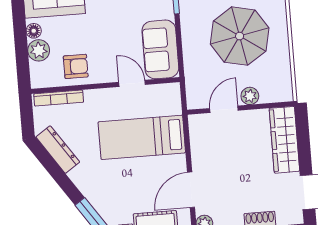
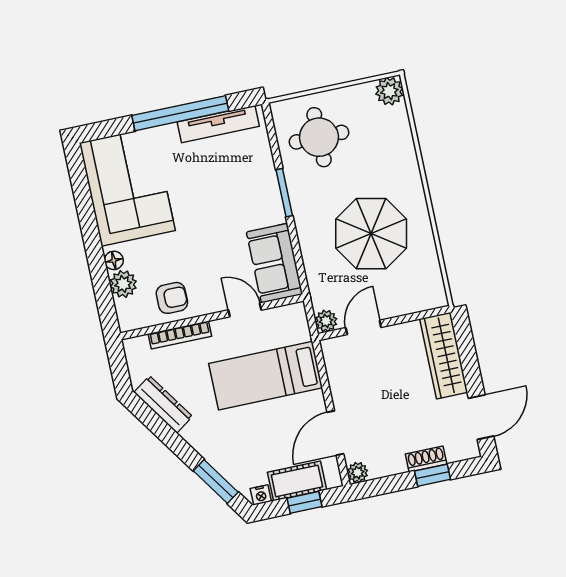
plant: (250, 96) -> (326, 321), moved
bookcase: (59, 98) -> (180, 335), moved

